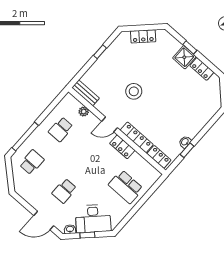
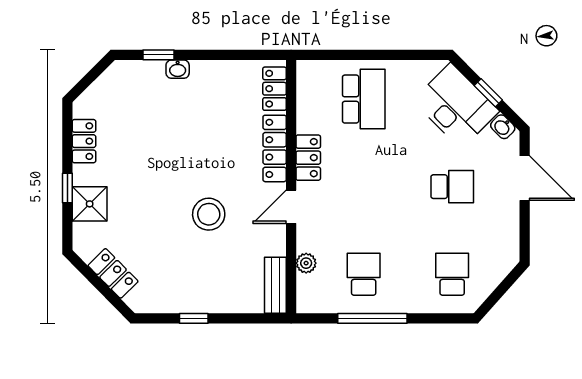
shower: (184, 57) -> (90, 204), moved
door: (110, 124) -> (291, 207), swing flipped
school desk: (61, 129) -> (364, 274), turned -90
window: (25, 137) -> (372, 318), moved
washbasin: (185, 142) -> (178, 69), moved
window: (187, 150) -> (158, 55), moved
school desk: (32, 162) -> (452, 274), turned 90

